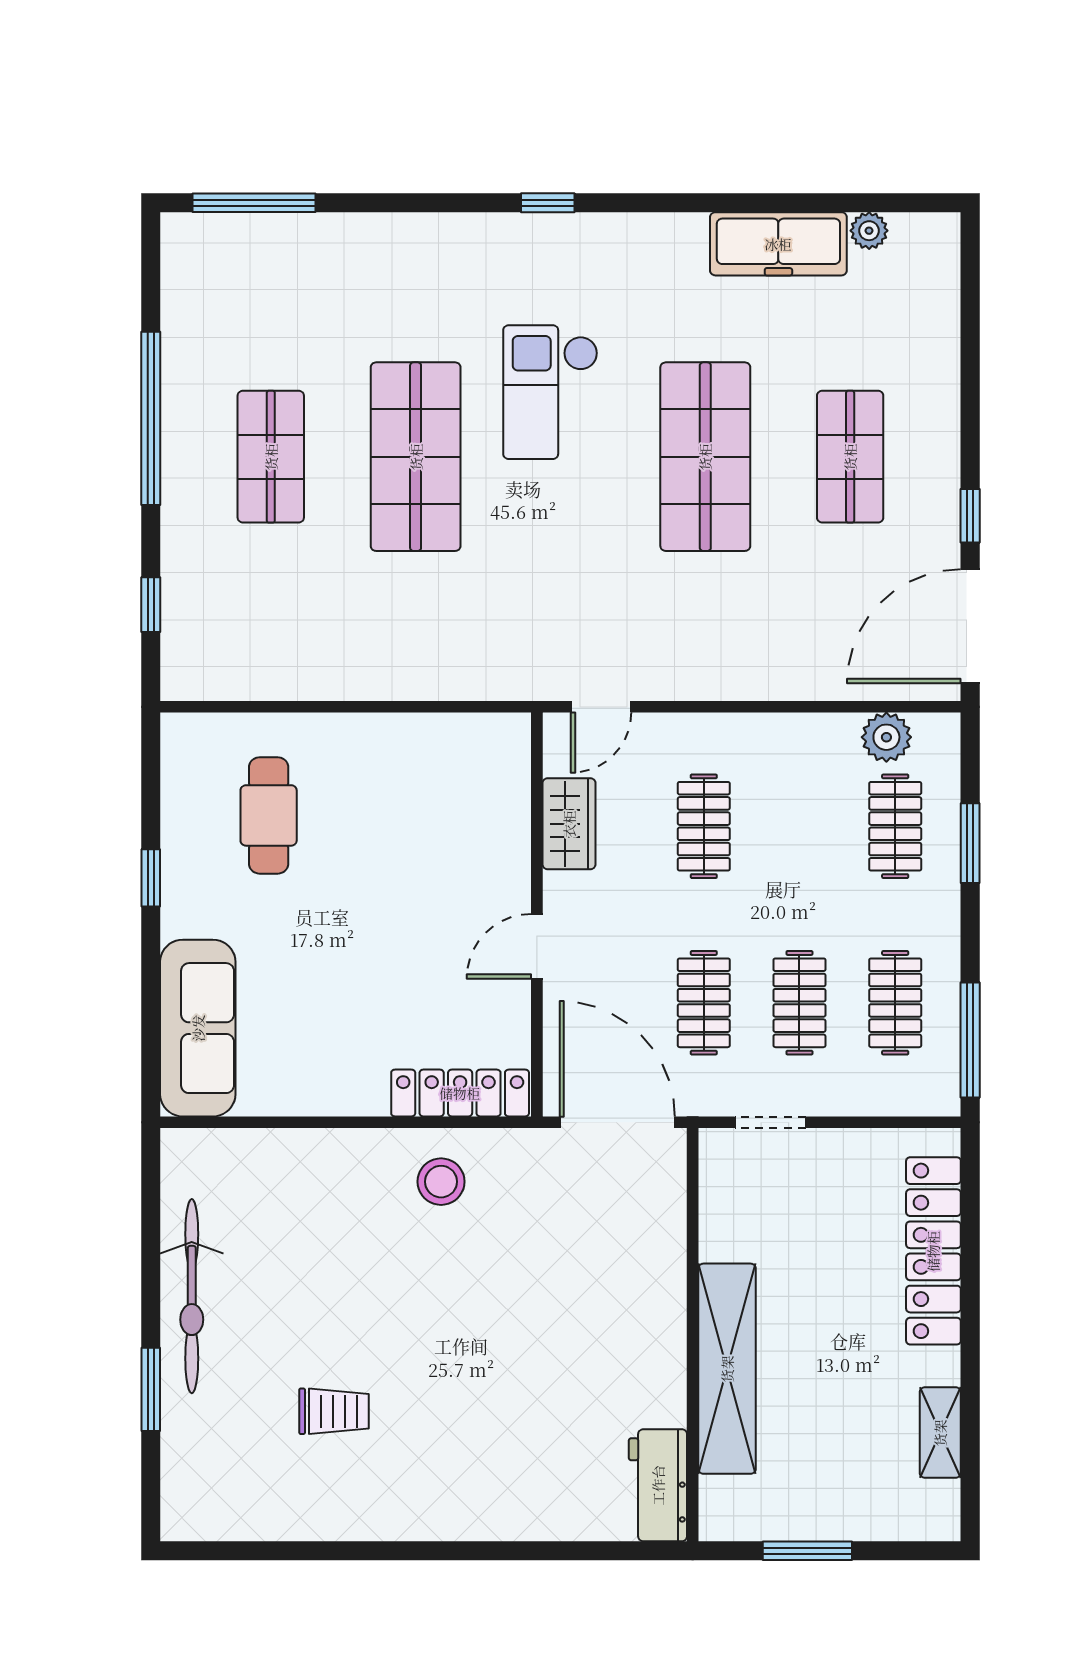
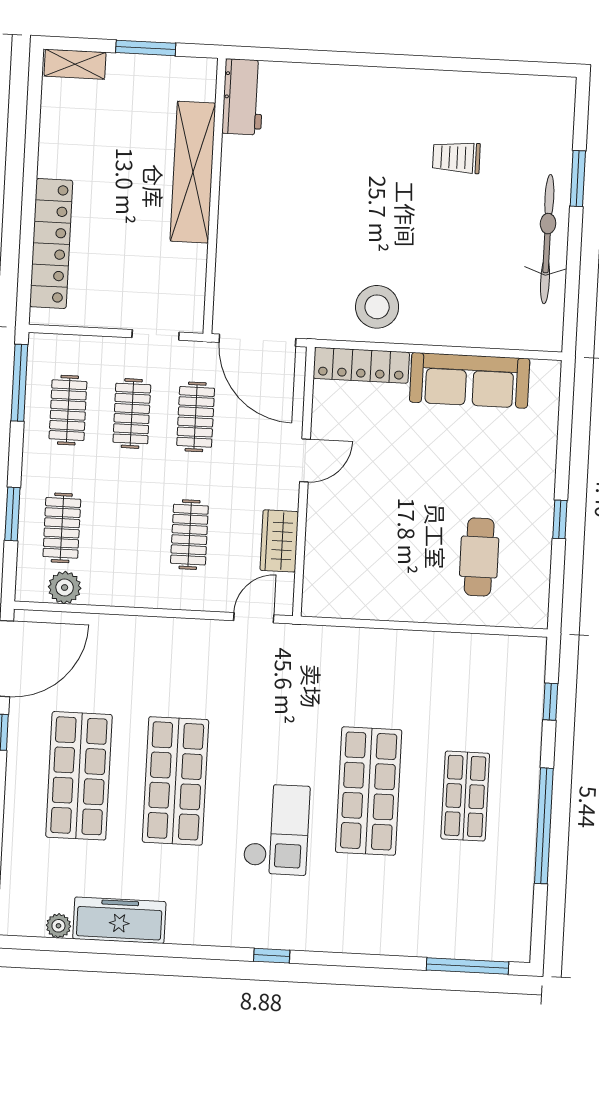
shop shelf: (850, 457) -> (79, 776), width x1.43, depth x1.36
sofa: (198, 1028) -> (470, 380), moved, turned -90
stool: (441, 1182) -> (377, 307), width x1.38, depth x1.38
shelving: (940, 1433) -> (75, 64), moved, turned 90

